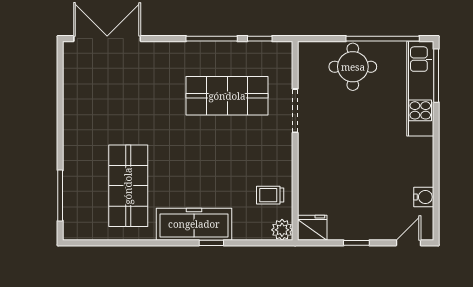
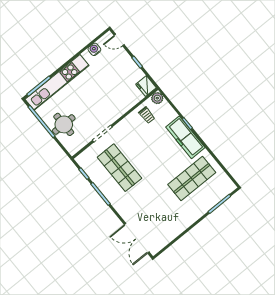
kitchen unit: (420, 89) -> (57, 82), width x1.36

